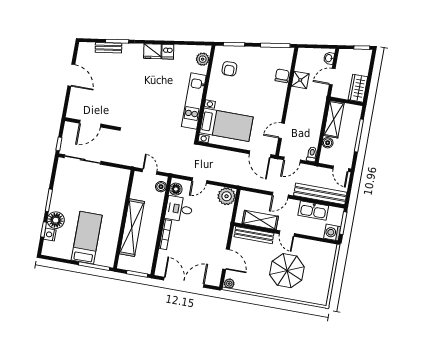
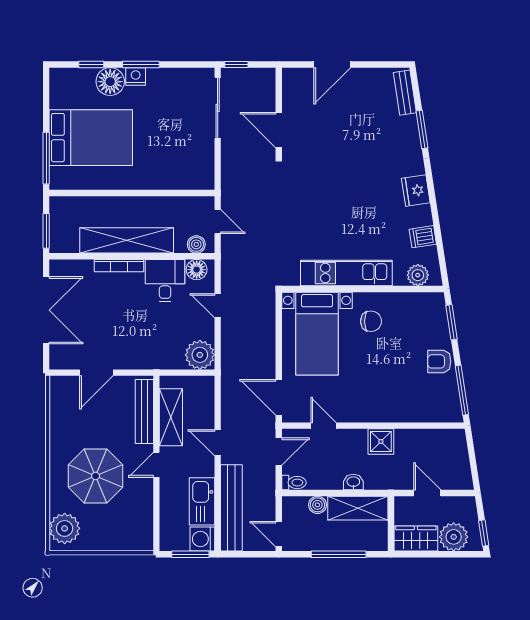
bench: (108, 48) -> (405, 93), moved
dishwasher: (168, 52) -> (423, 237), moved
washbasin: (329, 58) -> (353, 482), moved
plant: (361, 66) -> (454, 537), added
armchair: (229, 69) -> (439, 361), moved
door: (71, 75) -> (332, 64), moved
chair: (282, 76) -> (371, 321), moved
shower: (300, 80) -> (381, 441), moved
door: (90, 124) -> (279, 130), moved
door: (260, 154) -> (279, 397), hinge flipped
door: (292, 160) -> (279, 452), swing flipped
door: (341, 169) -> (279, 534), hinge flipped
door: (150, 172) -> (218, 221), hinge flipped
shelving: (132, 228) -> (127, 240), moved
washing machine: (332, 232) -> (202, 539), moved, turned -90
nightstand: (50, 235) -> (136, 76), moved
bed: (87, 238) -> (91, 138), width x1.50
plant: (229, 284) -> (65, 528), moved, width x1.87, depth x1.87

